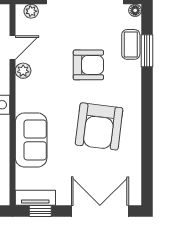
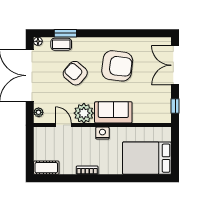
armchair: (88, 65) -> (75, 73), turned -49
plant: (23, 71) -> (84, 113), width x1.87, depth x1.87
sofa: (31, 140) -> (113, 112), moved
tv unit: (35, 198) -> (166, 109), removed

